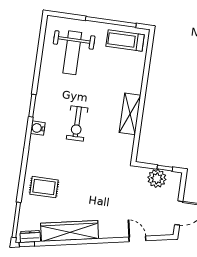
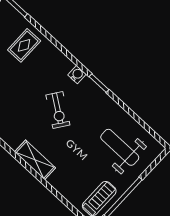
exercise bike: (77, 123) -> (58, 110), turned -145

